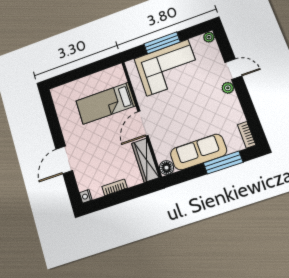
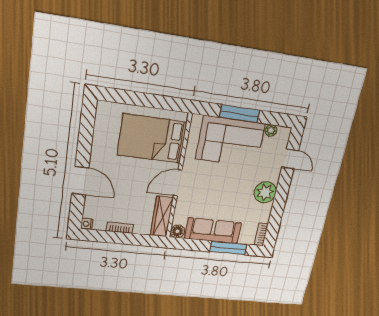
plant: (209, 37) -> (271, 130), moved
door: (233, 69) -> (290, 159), moved
plant: (228, 88) -> (265, 192), width x1.88, depth x1.88
bed: (106, 103) -> (152, 139), width x1.50
door: (64, 160) -> (80, 181), swing flipped

